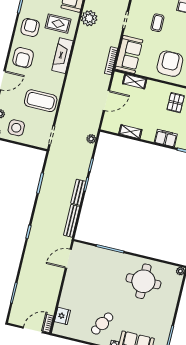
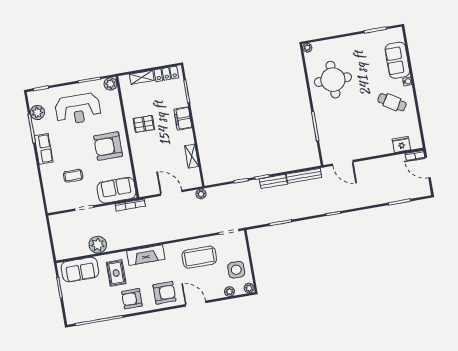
shelving: (135, 81) -> (140, 173), removed
coffee table: (41, 101) -> (199, 257), turned 90
plant: (91, 139) -> (201, 194), moved

